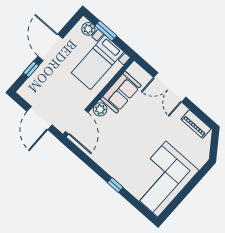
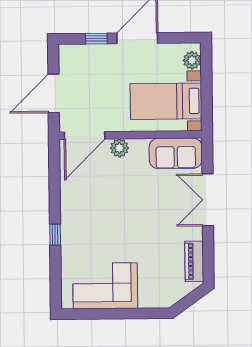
window: (106, 31) -> (206, 80), removed
sofa: (121, 92) -> (176, 153), moved
corner sofa: (162, 179) -> (105, 286), width x0.73, depth x0.74

